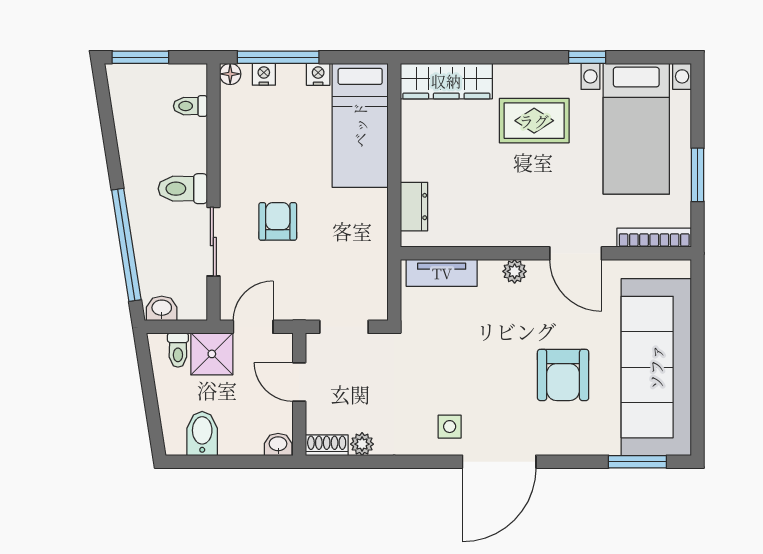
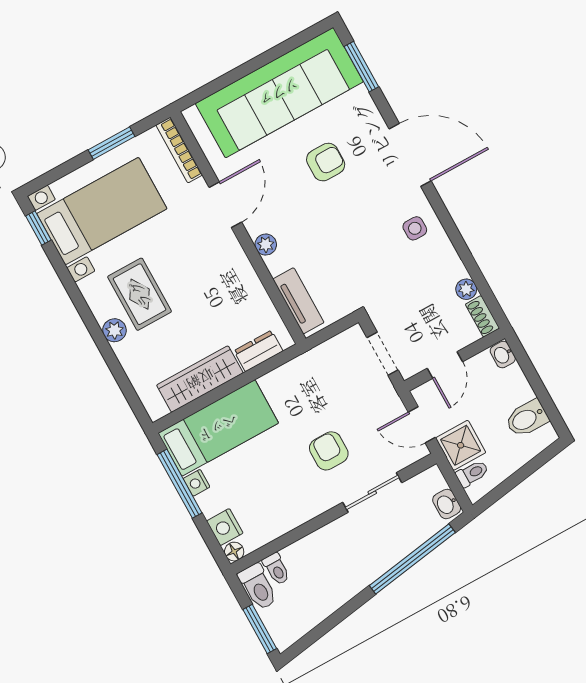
window: (278, 57) -> (180, 484), moved
window: (587, 57) -> (38, 228), moved
nightstand: (264, 74) -> (225, 527), width x1.39, depth x1.35
plant: (512, 76) -> (114, 330), added
wardrobe: (446, 81) -> (200, 379), moved, turned -90
toilet: (183, 189) -> (258, 587), moved
armchair: (278, 221) -> (329, 451), turned 90
armchair: (563, 375) -> (326, 162), width x0.72, depth x0.72
door: (499, 462) -> (410, 155), moved

